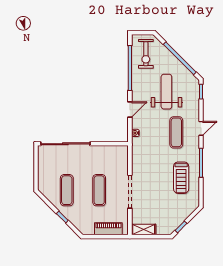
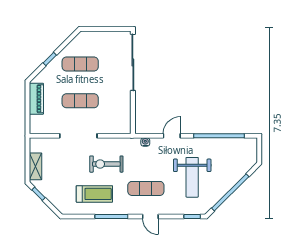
exercise bike: (146, 54) -> (106, 164), moved
weight bench: (166, 92) -> (192, 177), turned 90
door: (130, 110) -> (172, 136), swing flipped
treadmill: (181, 178) -> (94, 194), turned 180
piano: (108, 229) -> (36, 99), moved
shelving: (144, 229) -> (36, 166), moved

